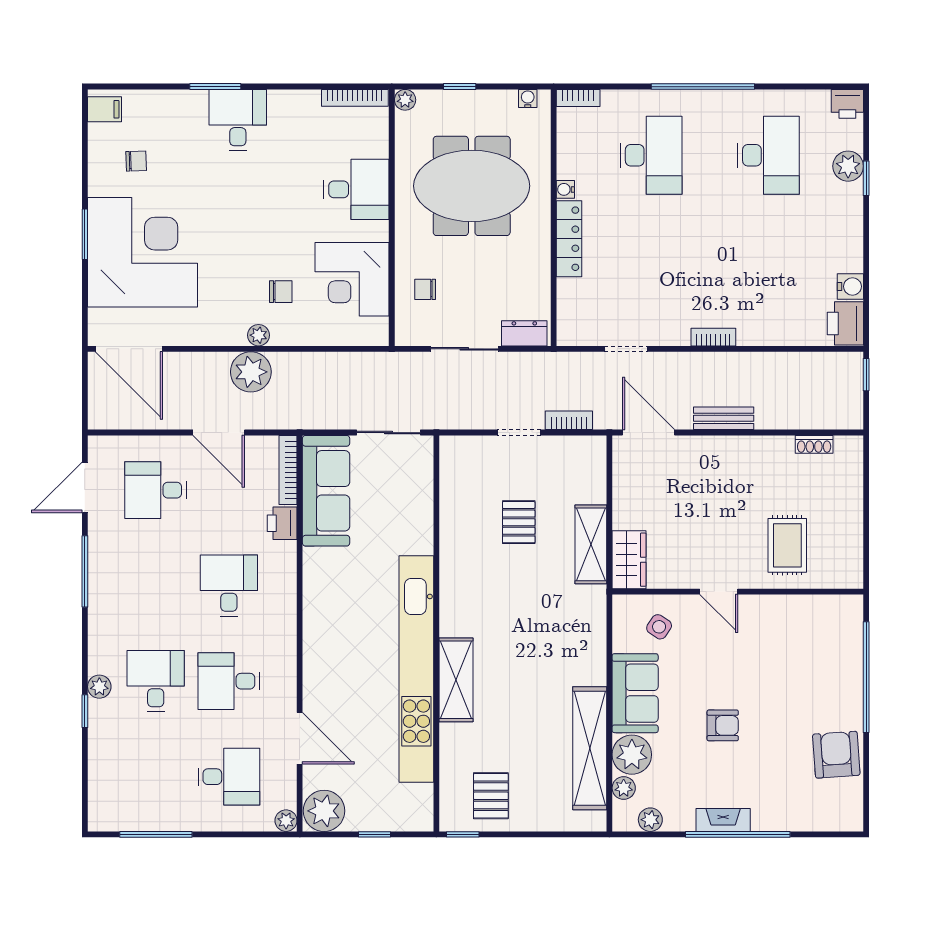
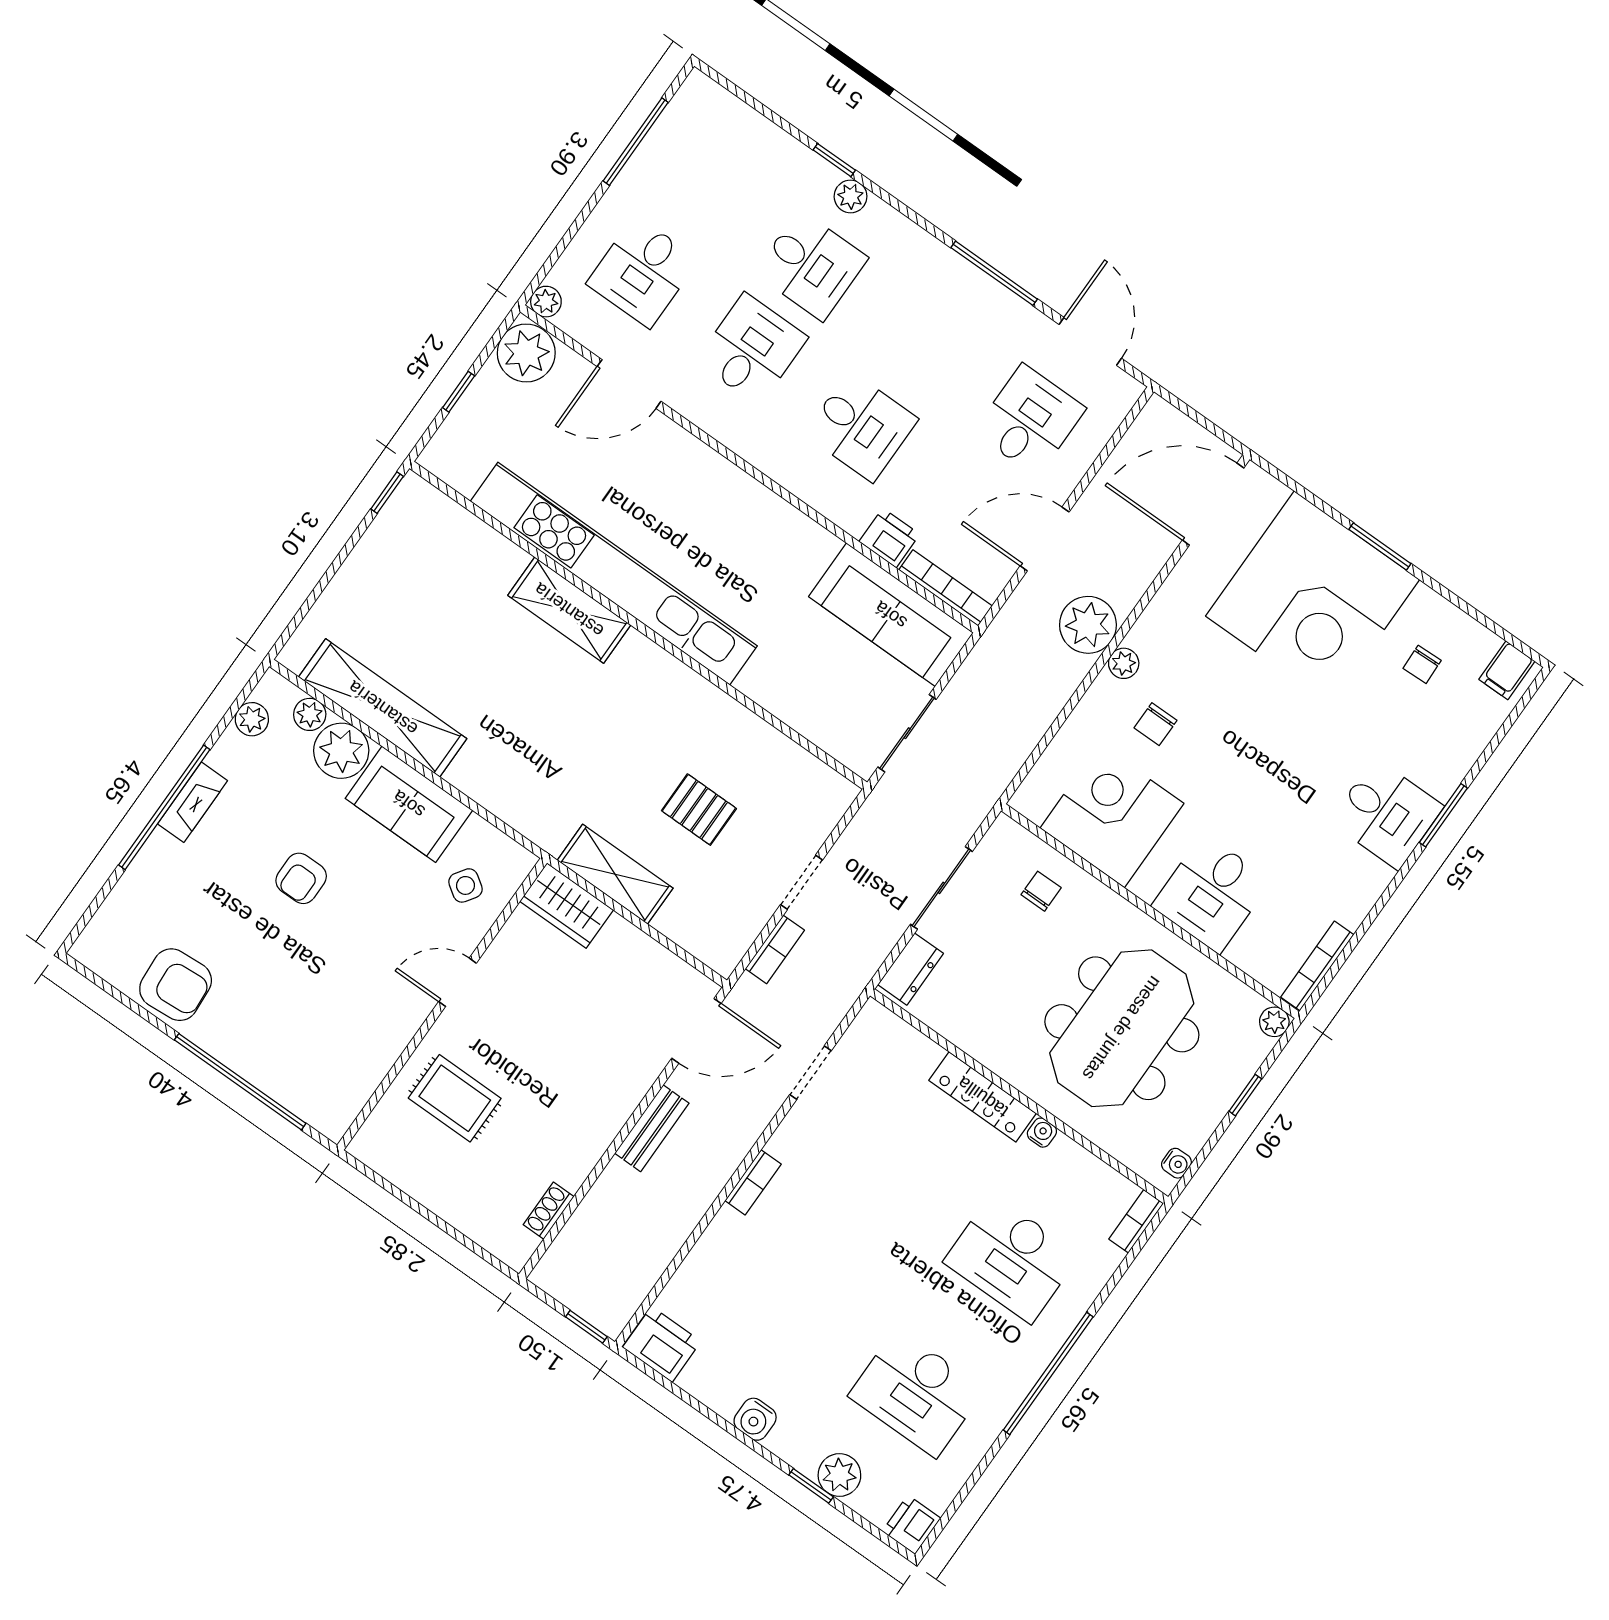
water cooler: (850, 286) -> (755, 1419), moved
pallet: (491, 796) -> (408, 556), removed

